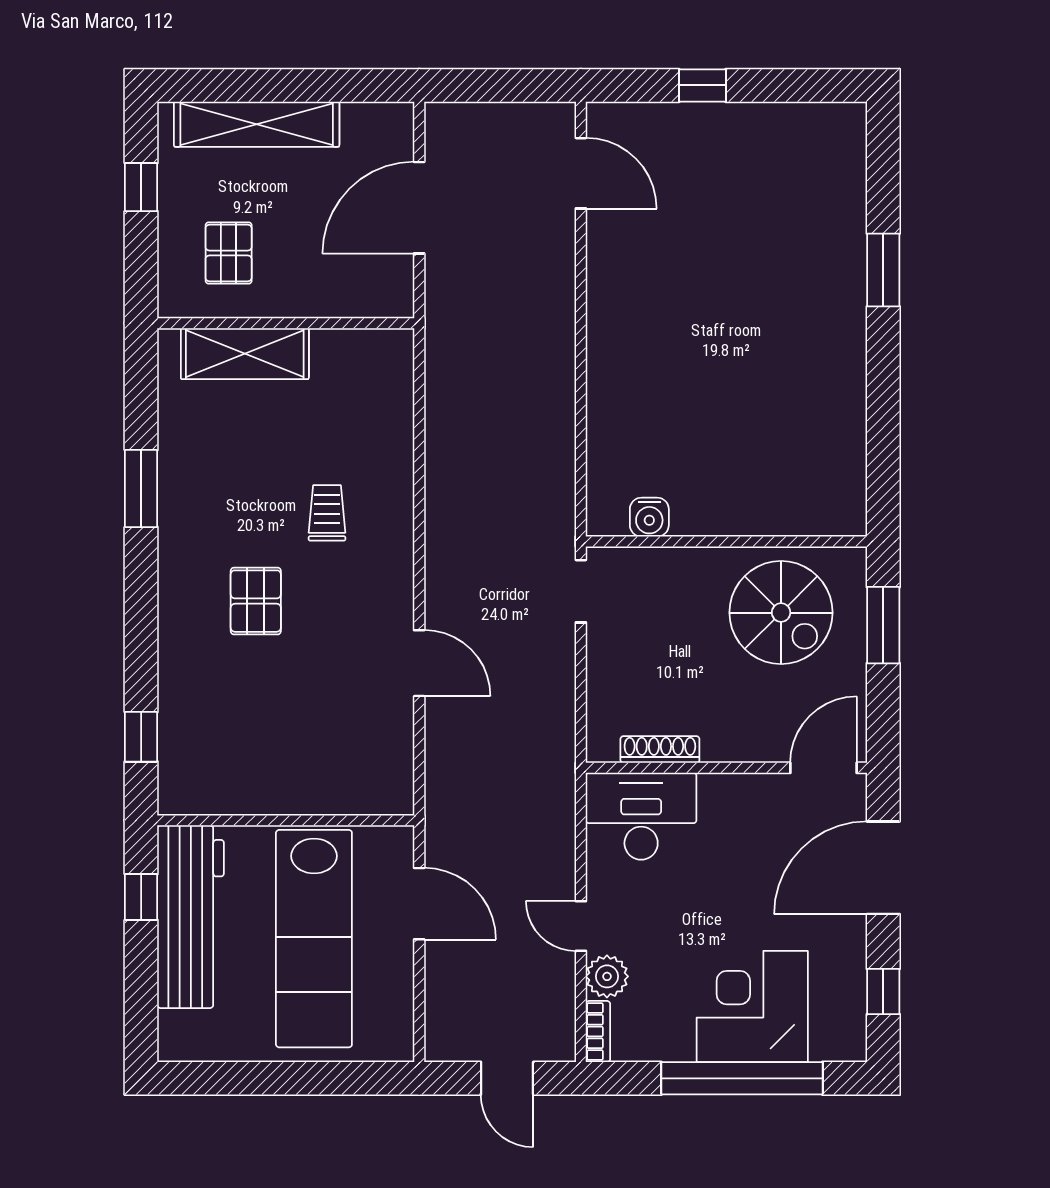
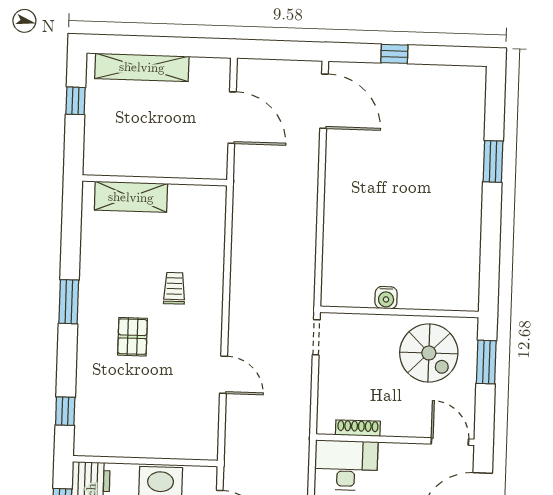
door: (581, 173) -> (324, 101), width x1.36
door: (419, 208) -> (232, 118), swing flipped
pallet: (229, 253) -> (124, 140), removed
window: (141, 488) -> (69, 302), moved
water cooler: (649, 517) -> (386, 298), moved
door: (823, 768) -> (450, 441), hinge flipped

